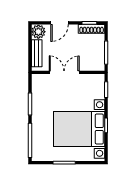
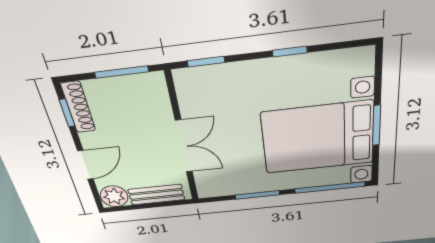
door: (60, 23) -> (85, 165), hinge flipped
double door: (64, 72) -> (184, 146), swing flipped
bed with nightstands: (79, 129) -> (318, 138), moved, turned 90

